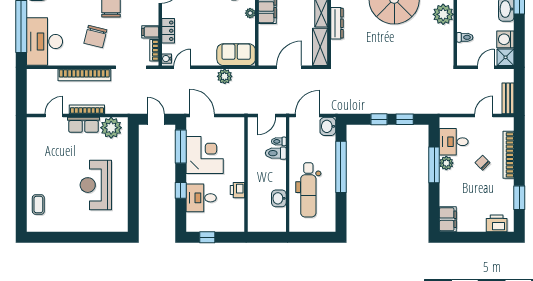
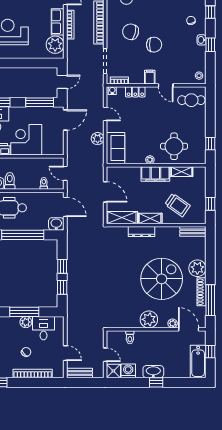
filing cabinet: (150, 32) -> (150, 77), moved
door: (182, 67) -> (105, 114), moved
toilet: (276, 153) -> (10, 181), moved
corner desk: (205, 155) -> (26, 140), moved, turned 180

